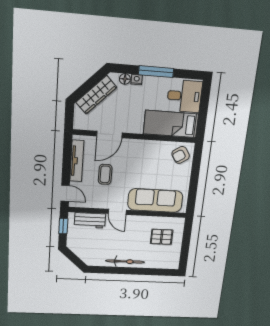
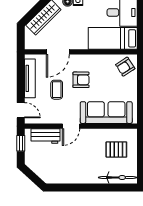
armchair: (132, 166) -> (81, 80), added
door: (117, 212) -> (71, 126), hinge flipped
bicycle: (125, 261) -> (118, 177), moved

